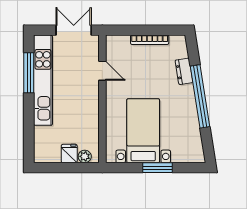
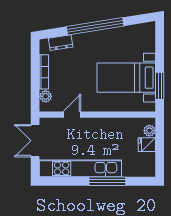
plant: (123, 42) -> (46, 96), added
dresser: (184, 71) -> (61, 43), moved
window: (29, 73) -> (107, 181), moved
window: (157, 168) -> (160, 86), moved

